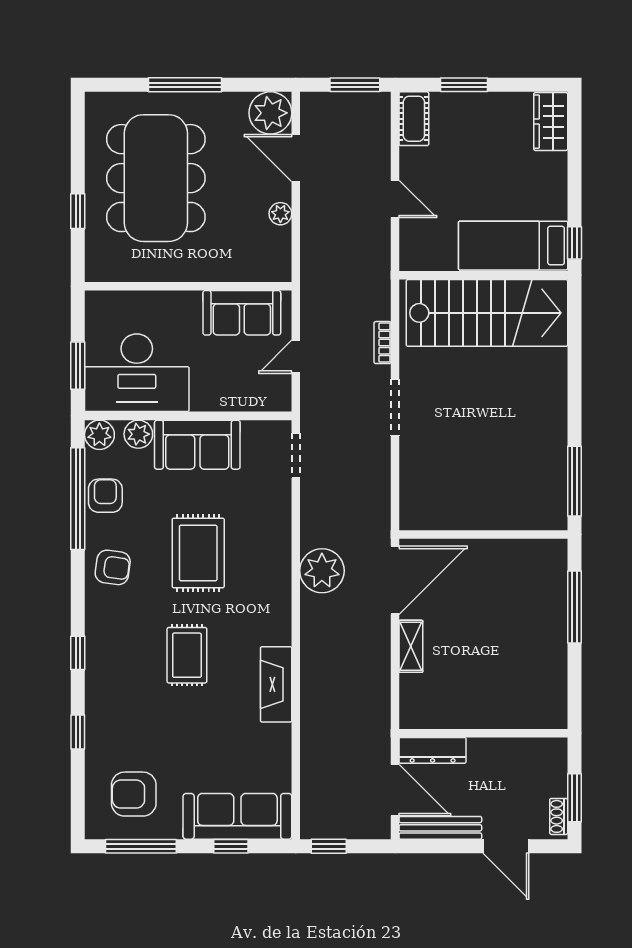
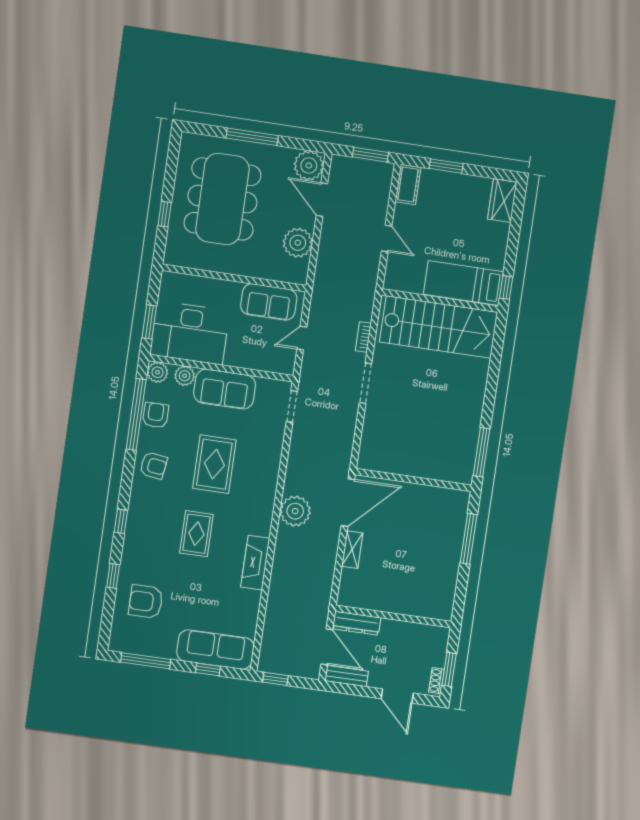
plant: (280, 214) -> (298, 243), width x1.88, depth x1.88
plant: (322, 571) -> (295, 511), moved
armchair: (134, 794) -> (146, 602), moved
bench: (440, 828) -> (347, 676), width x0.73

